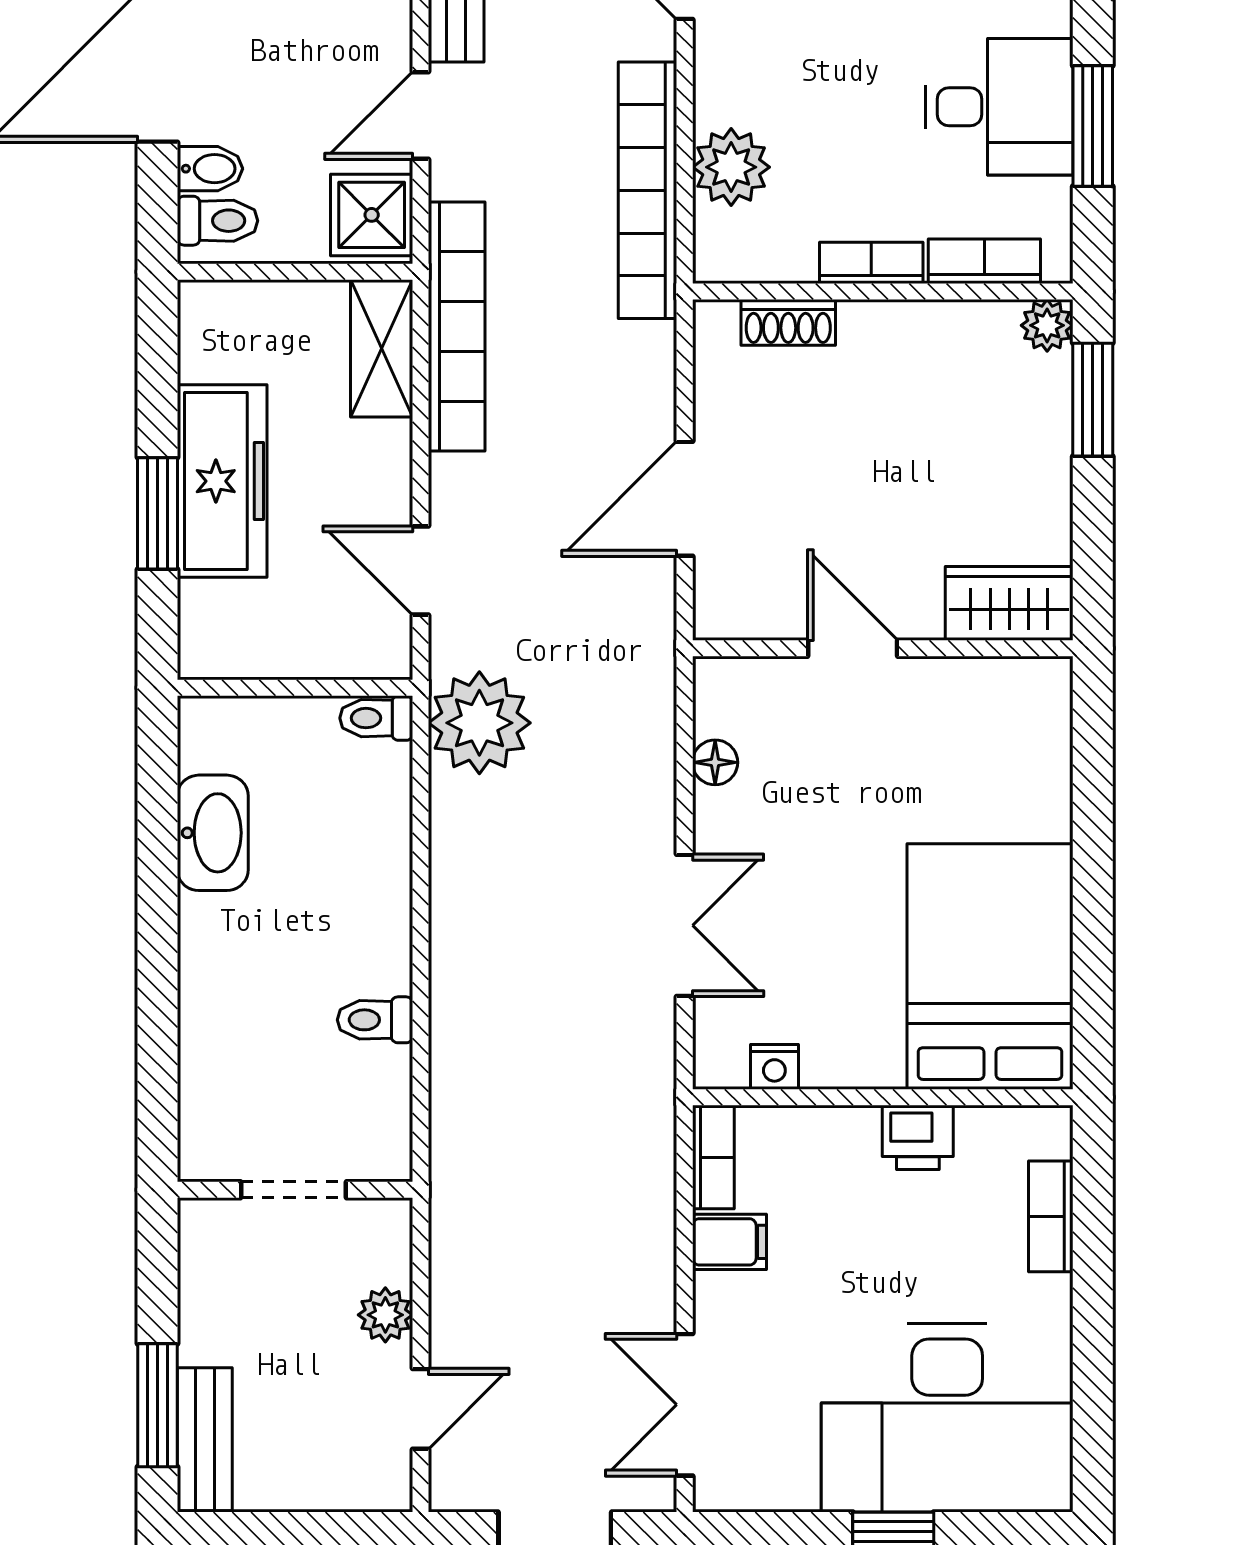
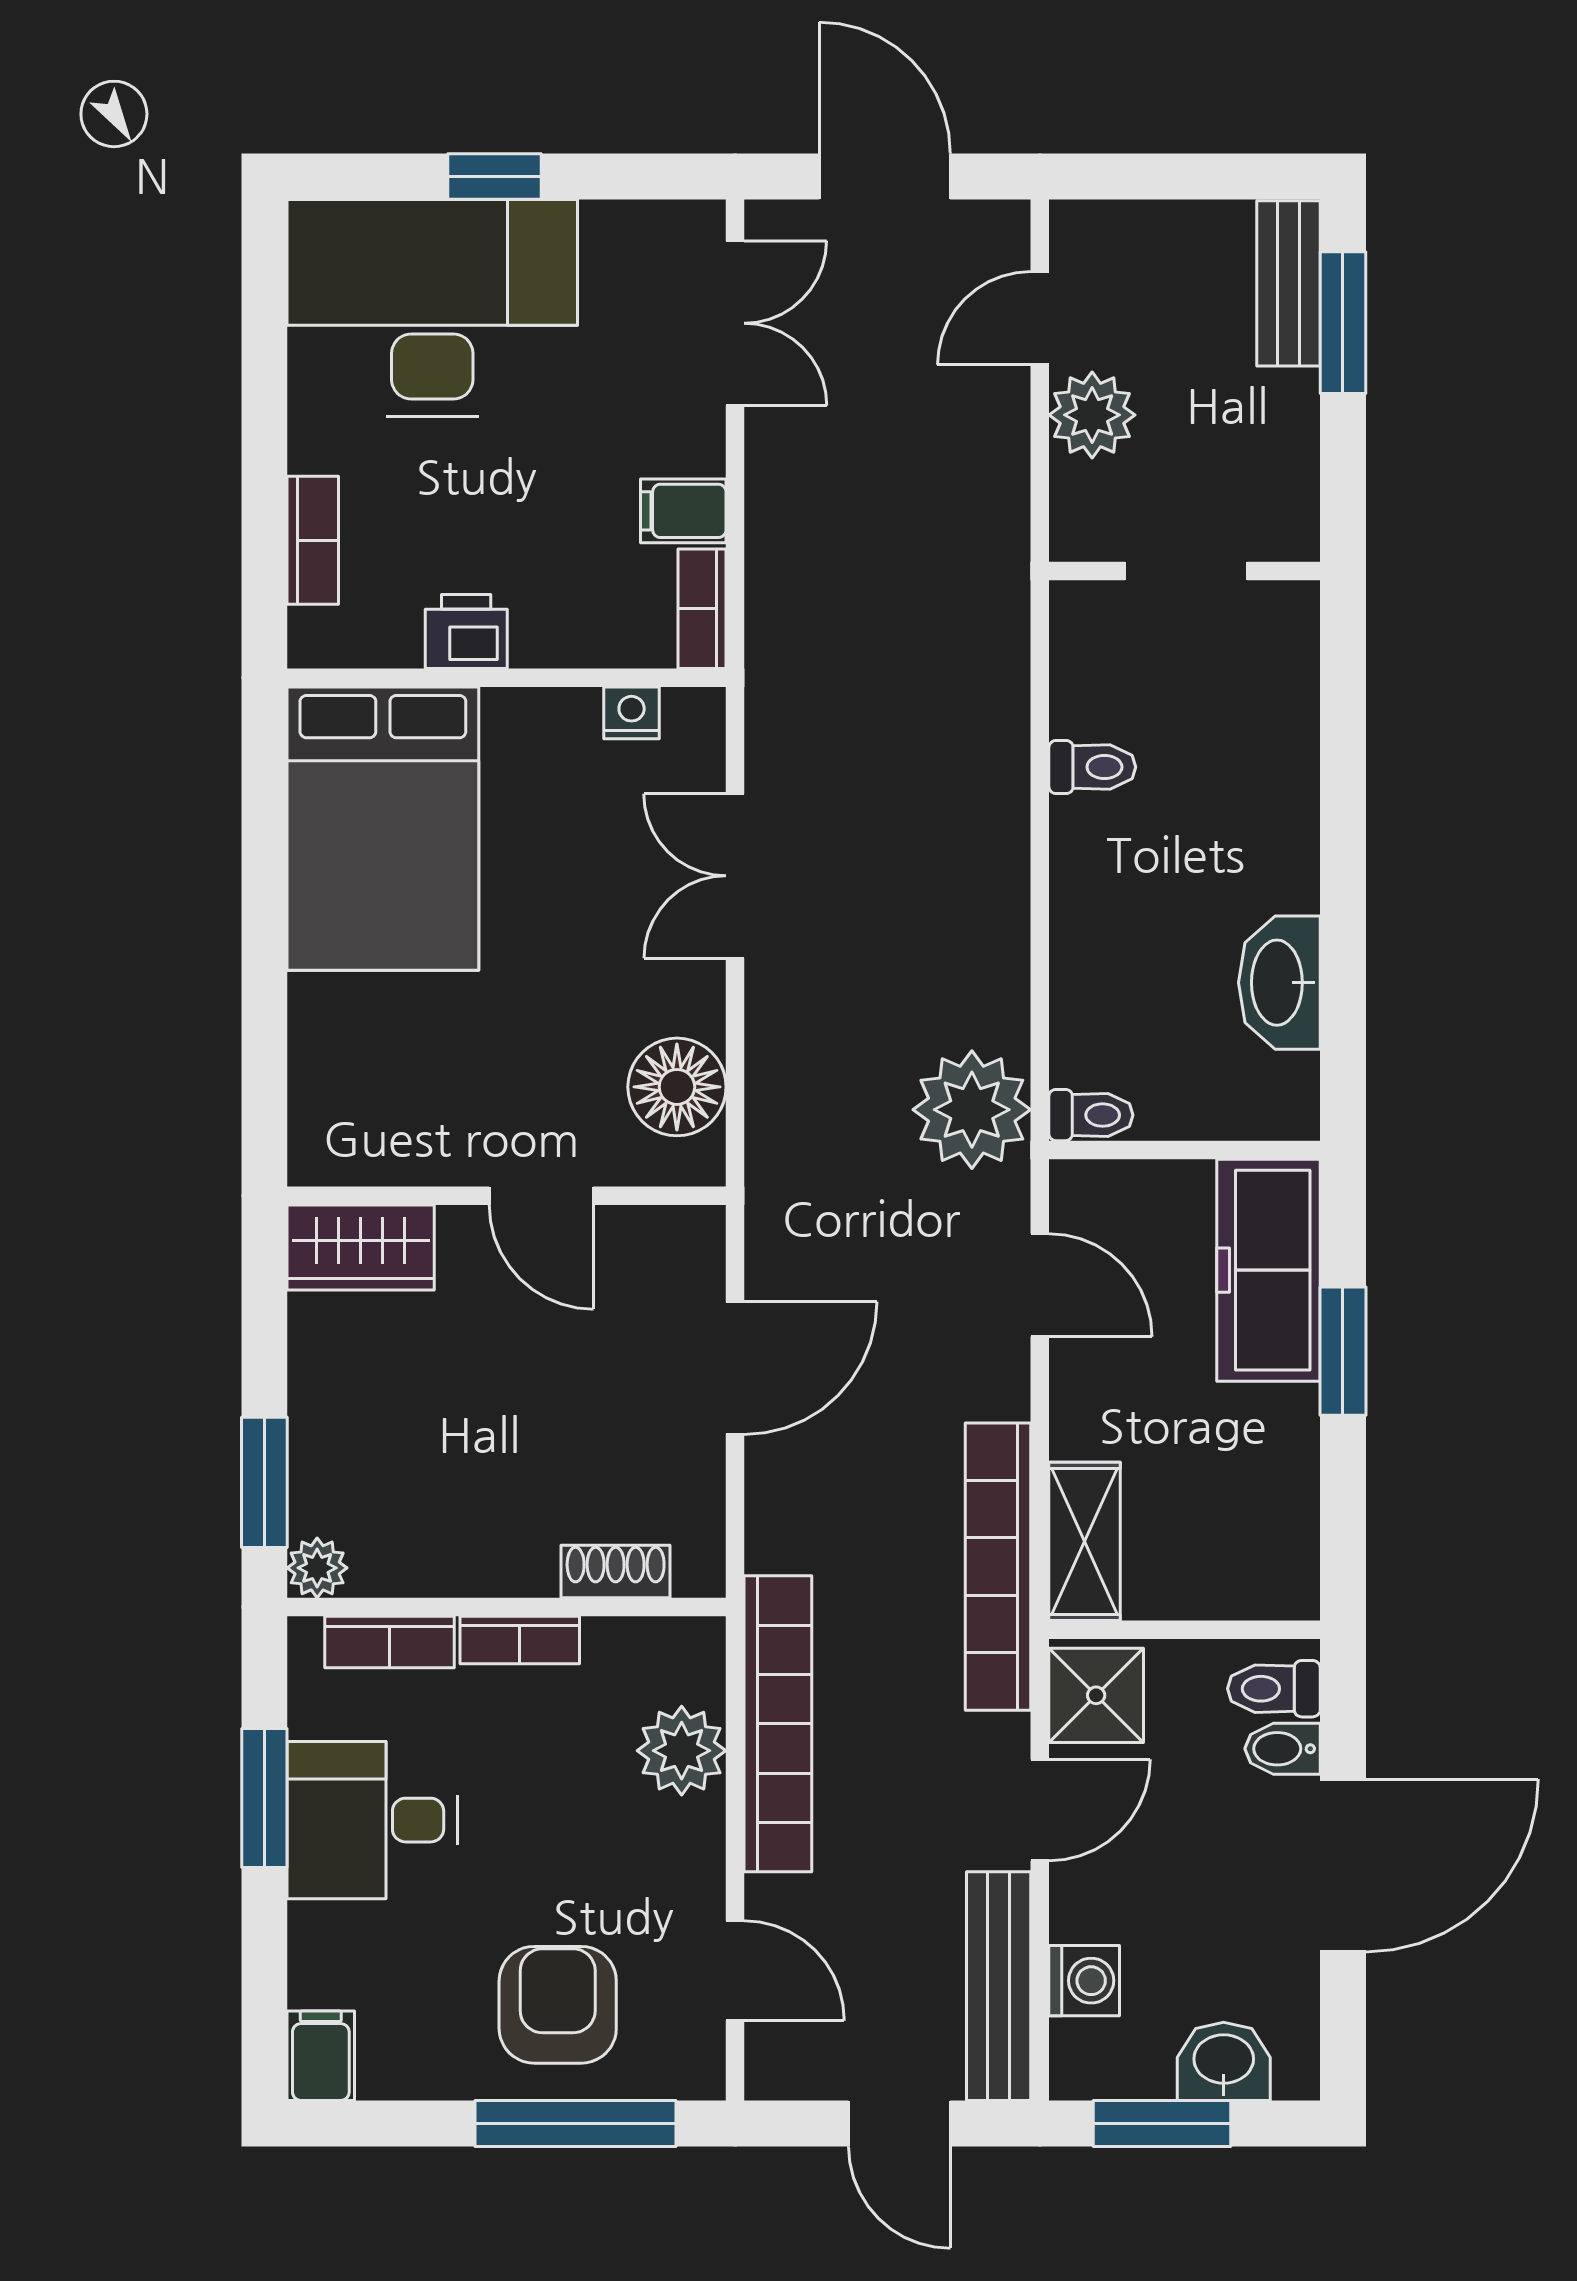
freezer: (222, 481) -> (1269, 1270), moved
floor lamp: (715, 762) -> (677, 1087), width x1.89, depth x1.89
plant: (385, 1315) -> (1092, 415), width x1.38, depth x1.38

